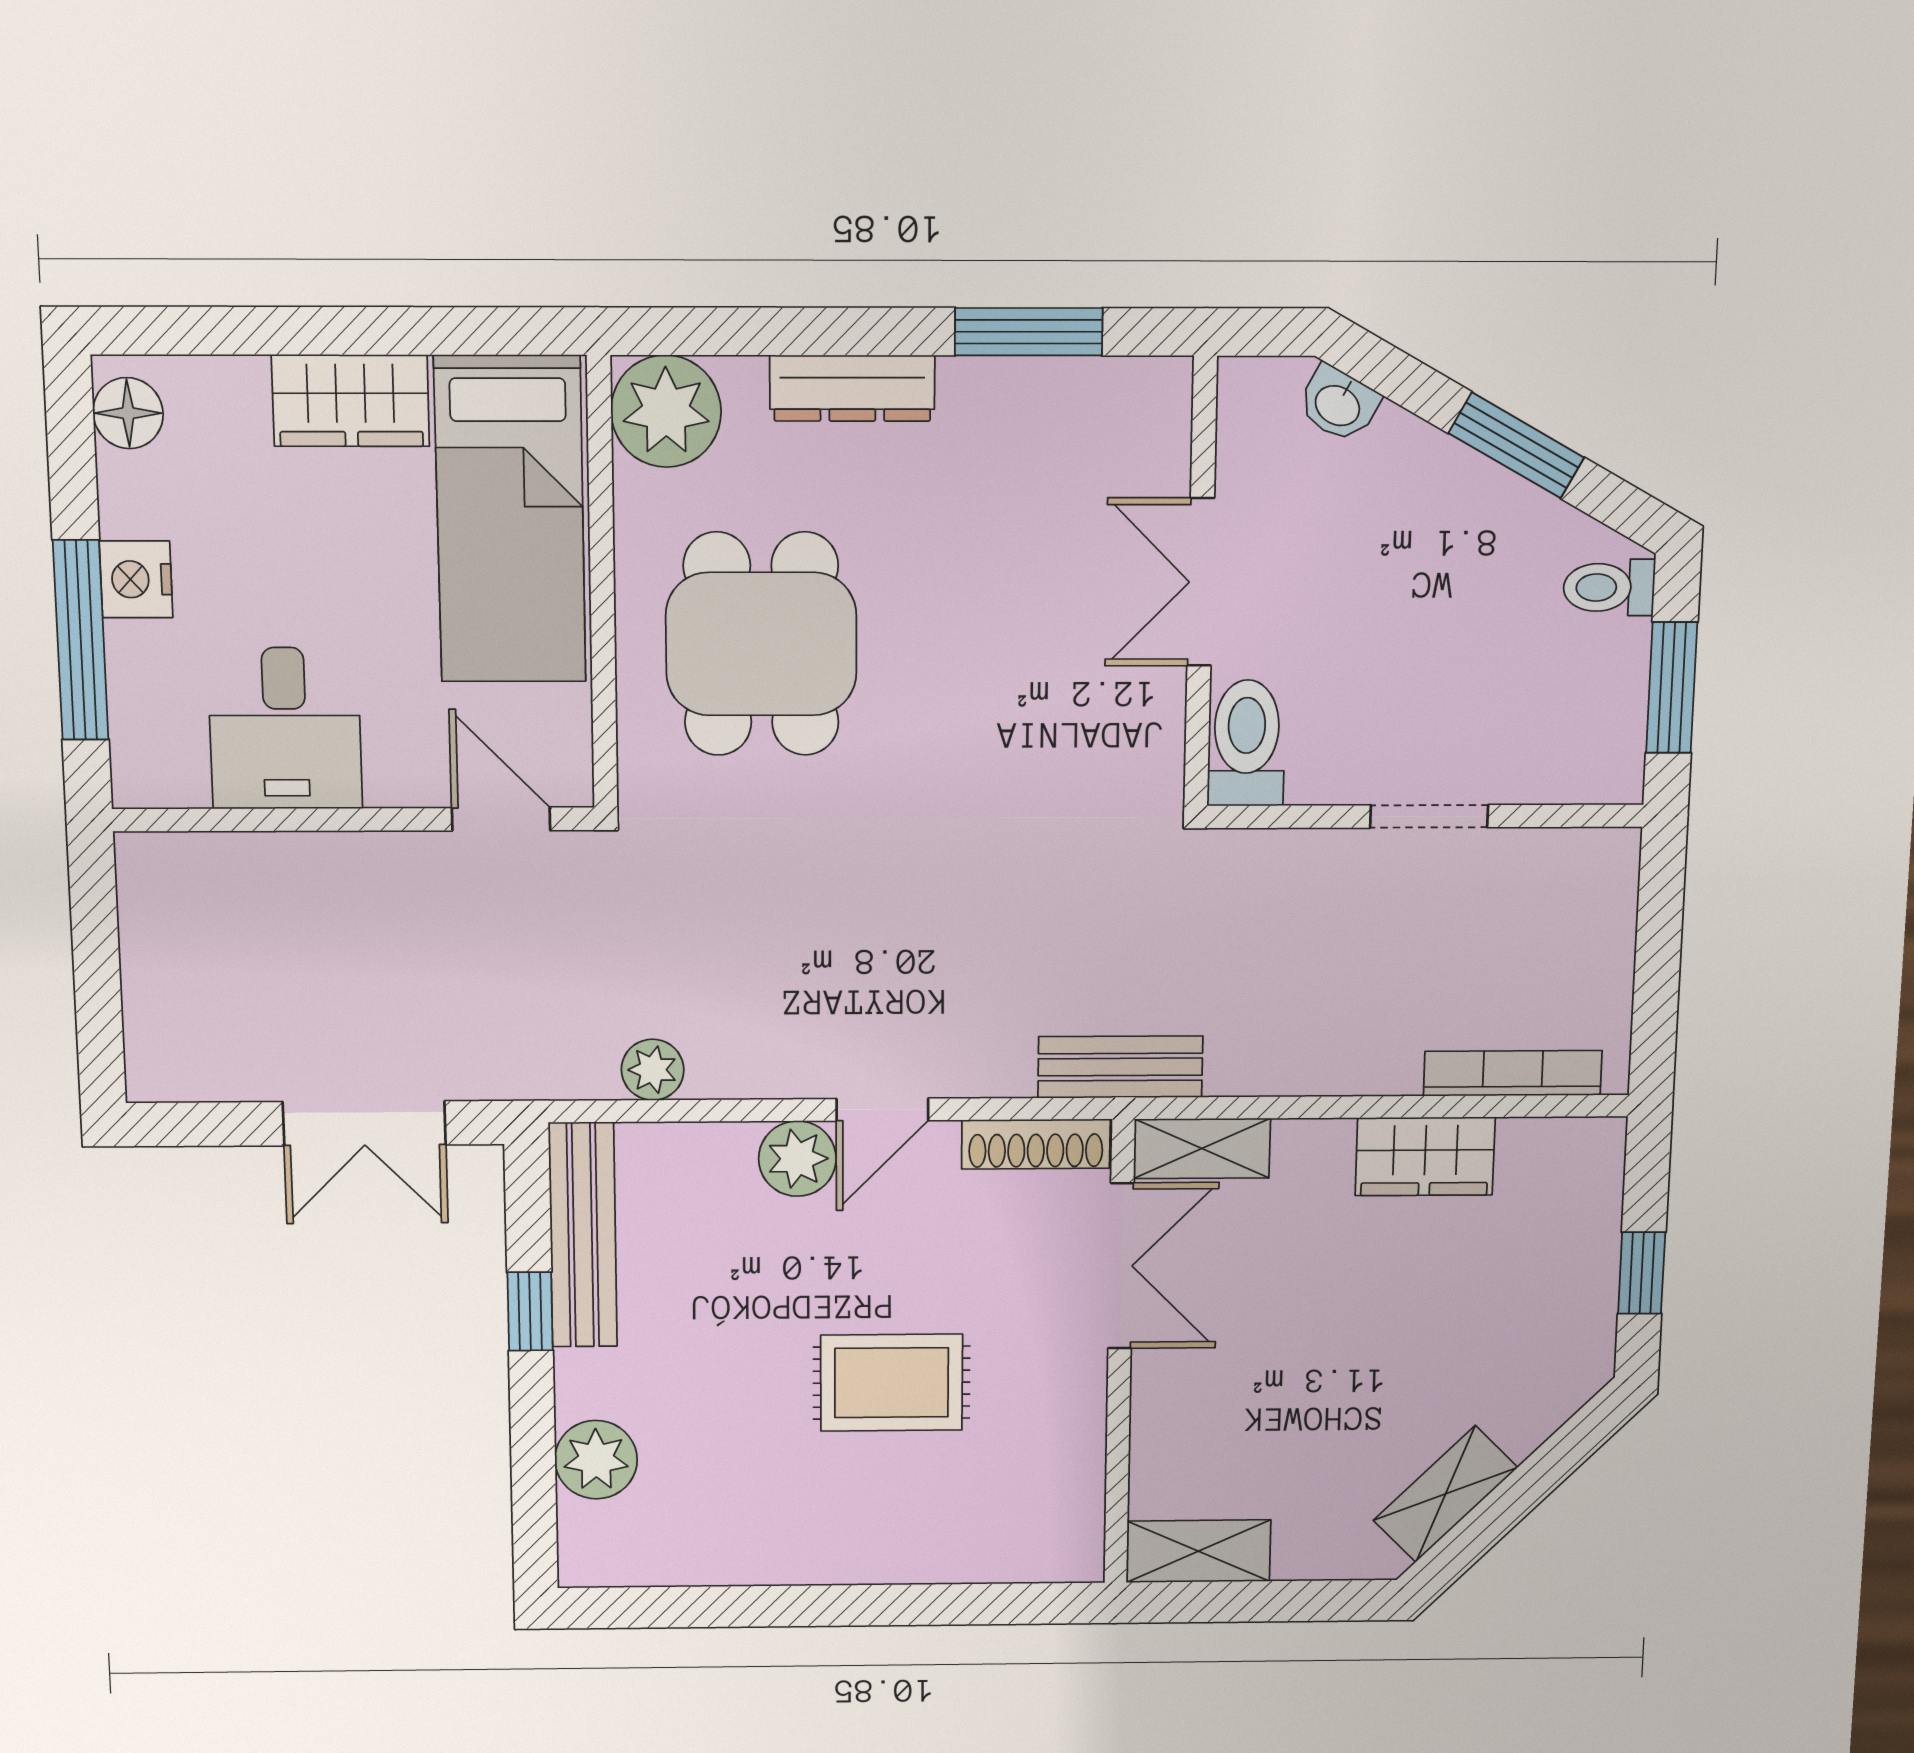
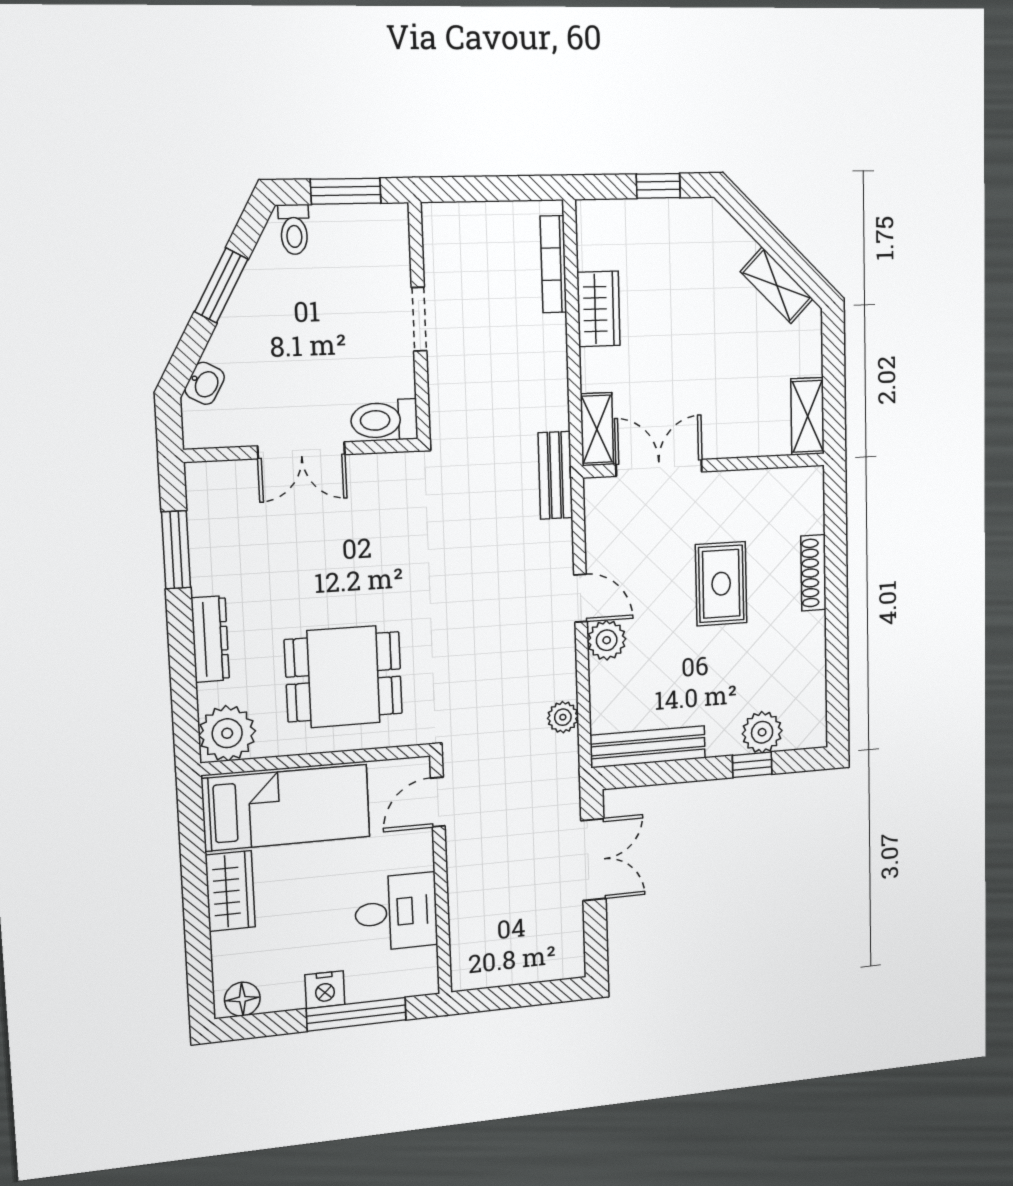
shoe rack: (1036, 1144) -> (813, 573), moved, turned 180
window: (530, 1311) -> (752, 765), moved

